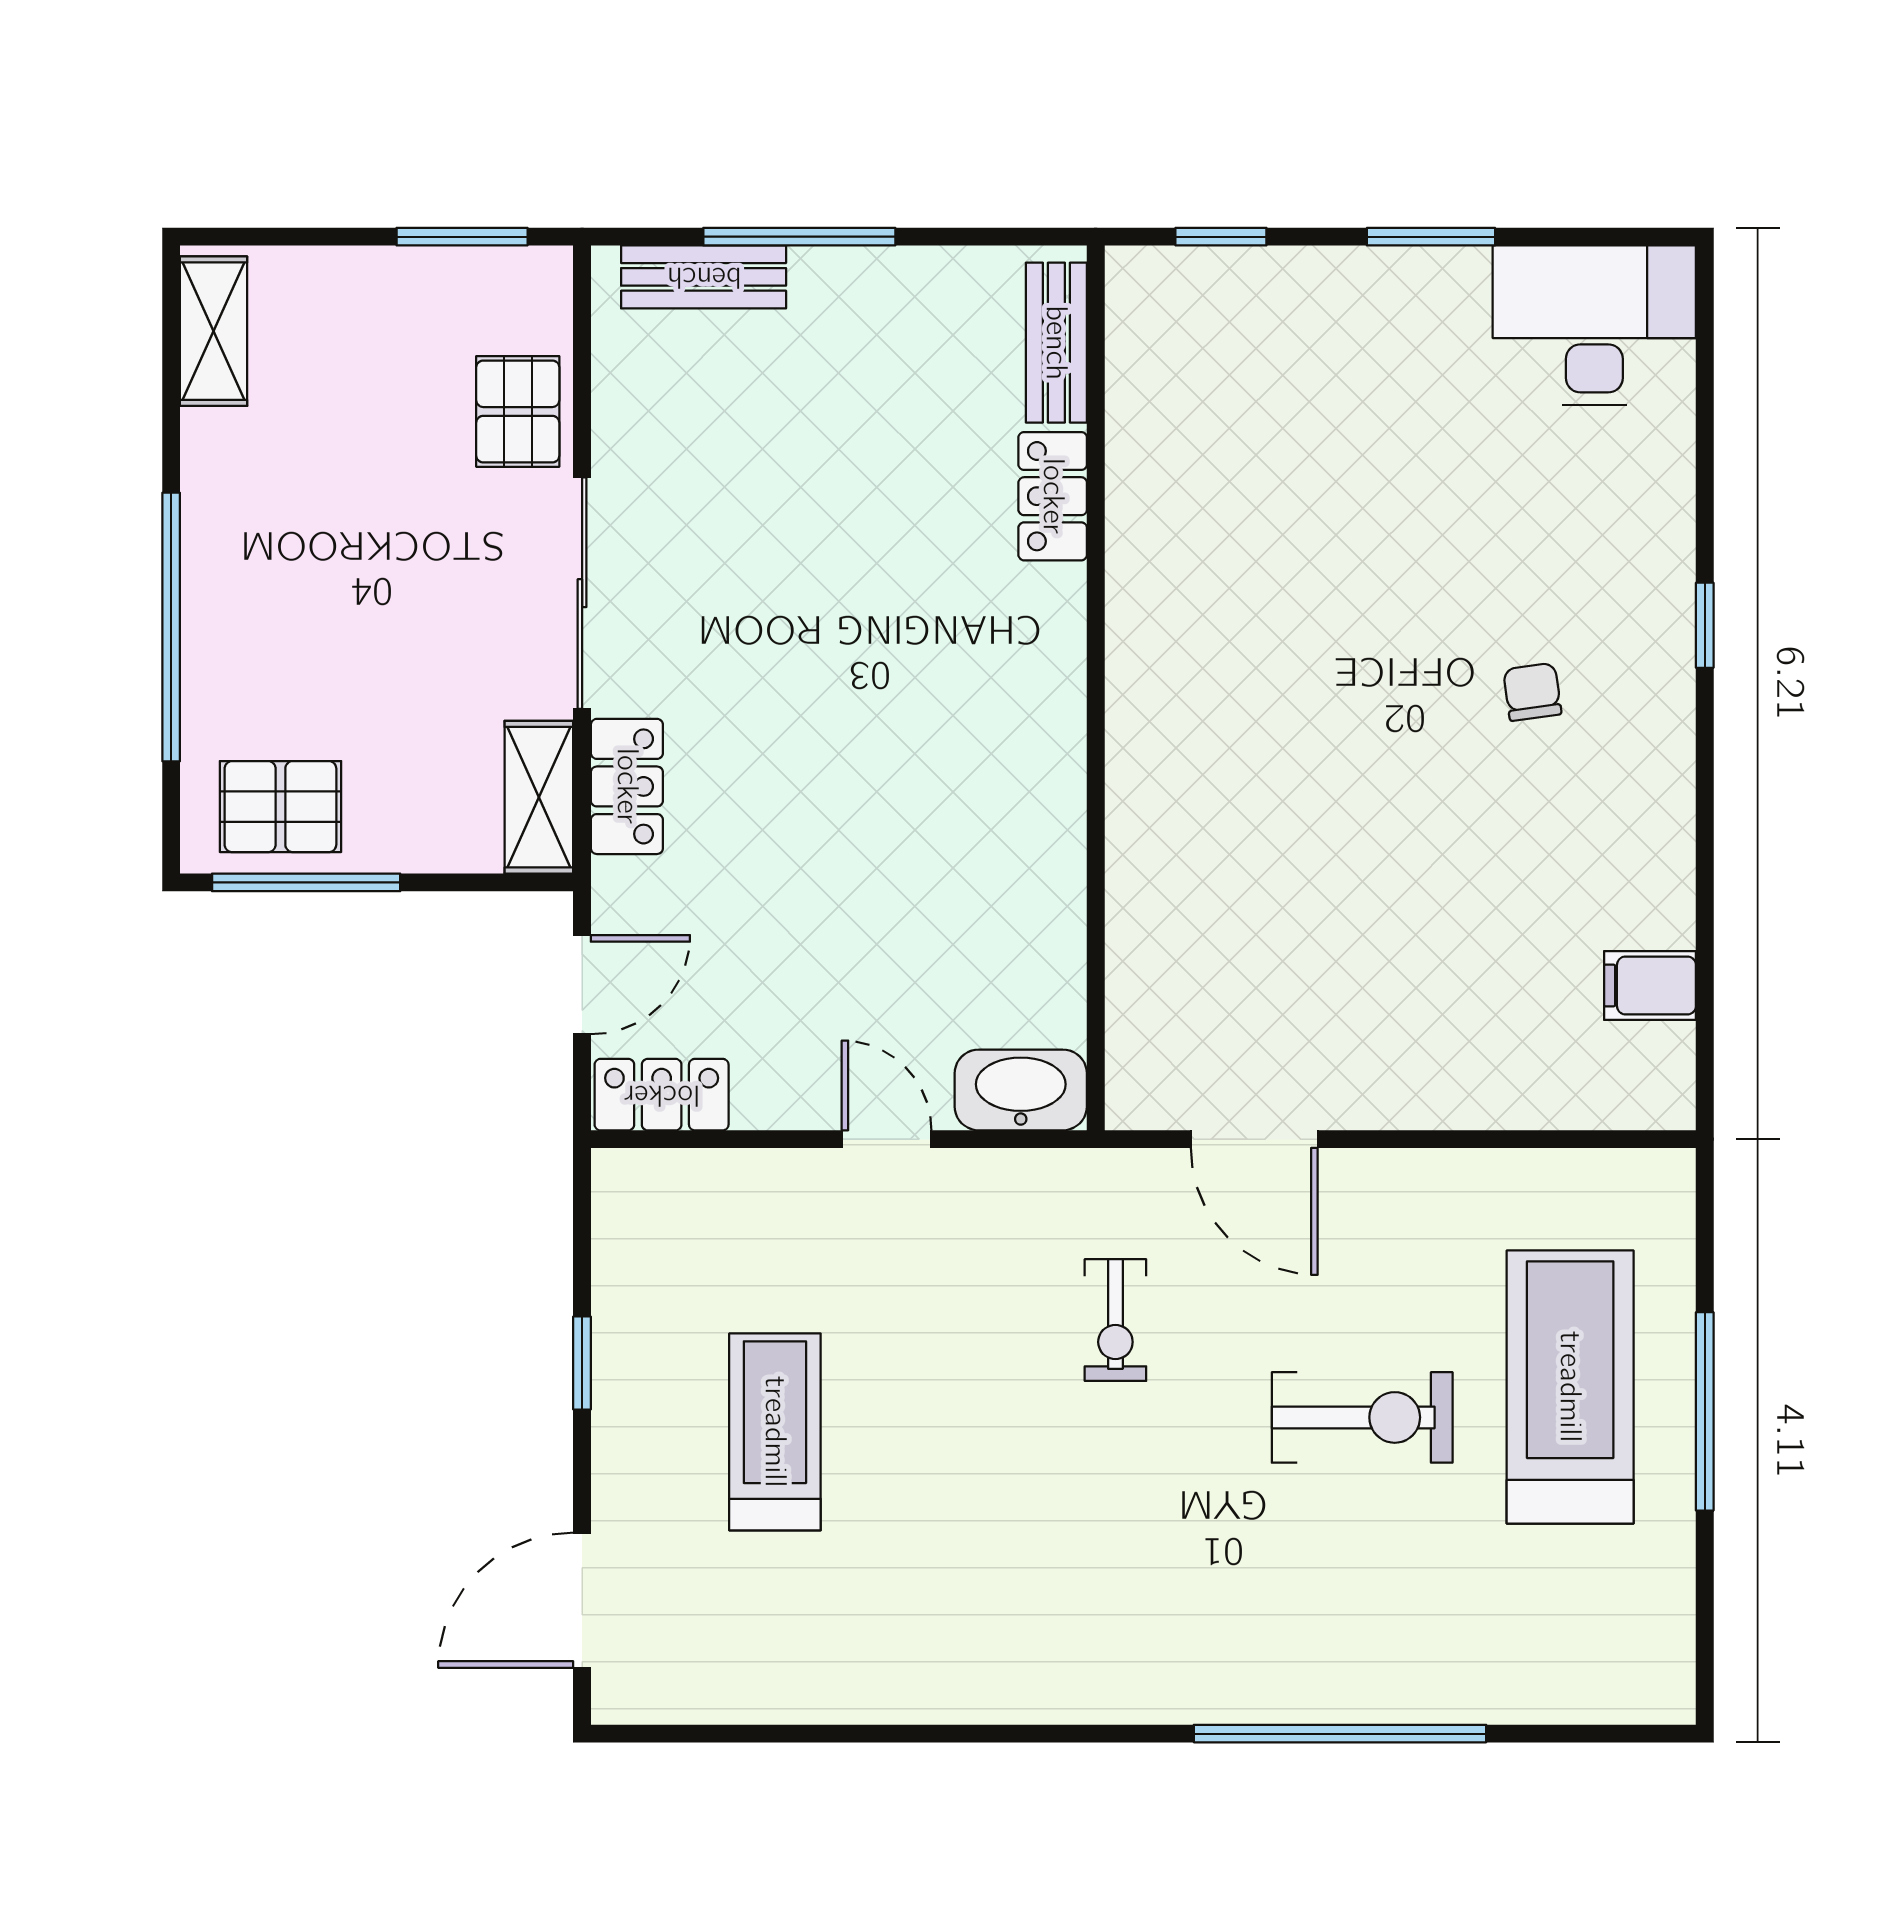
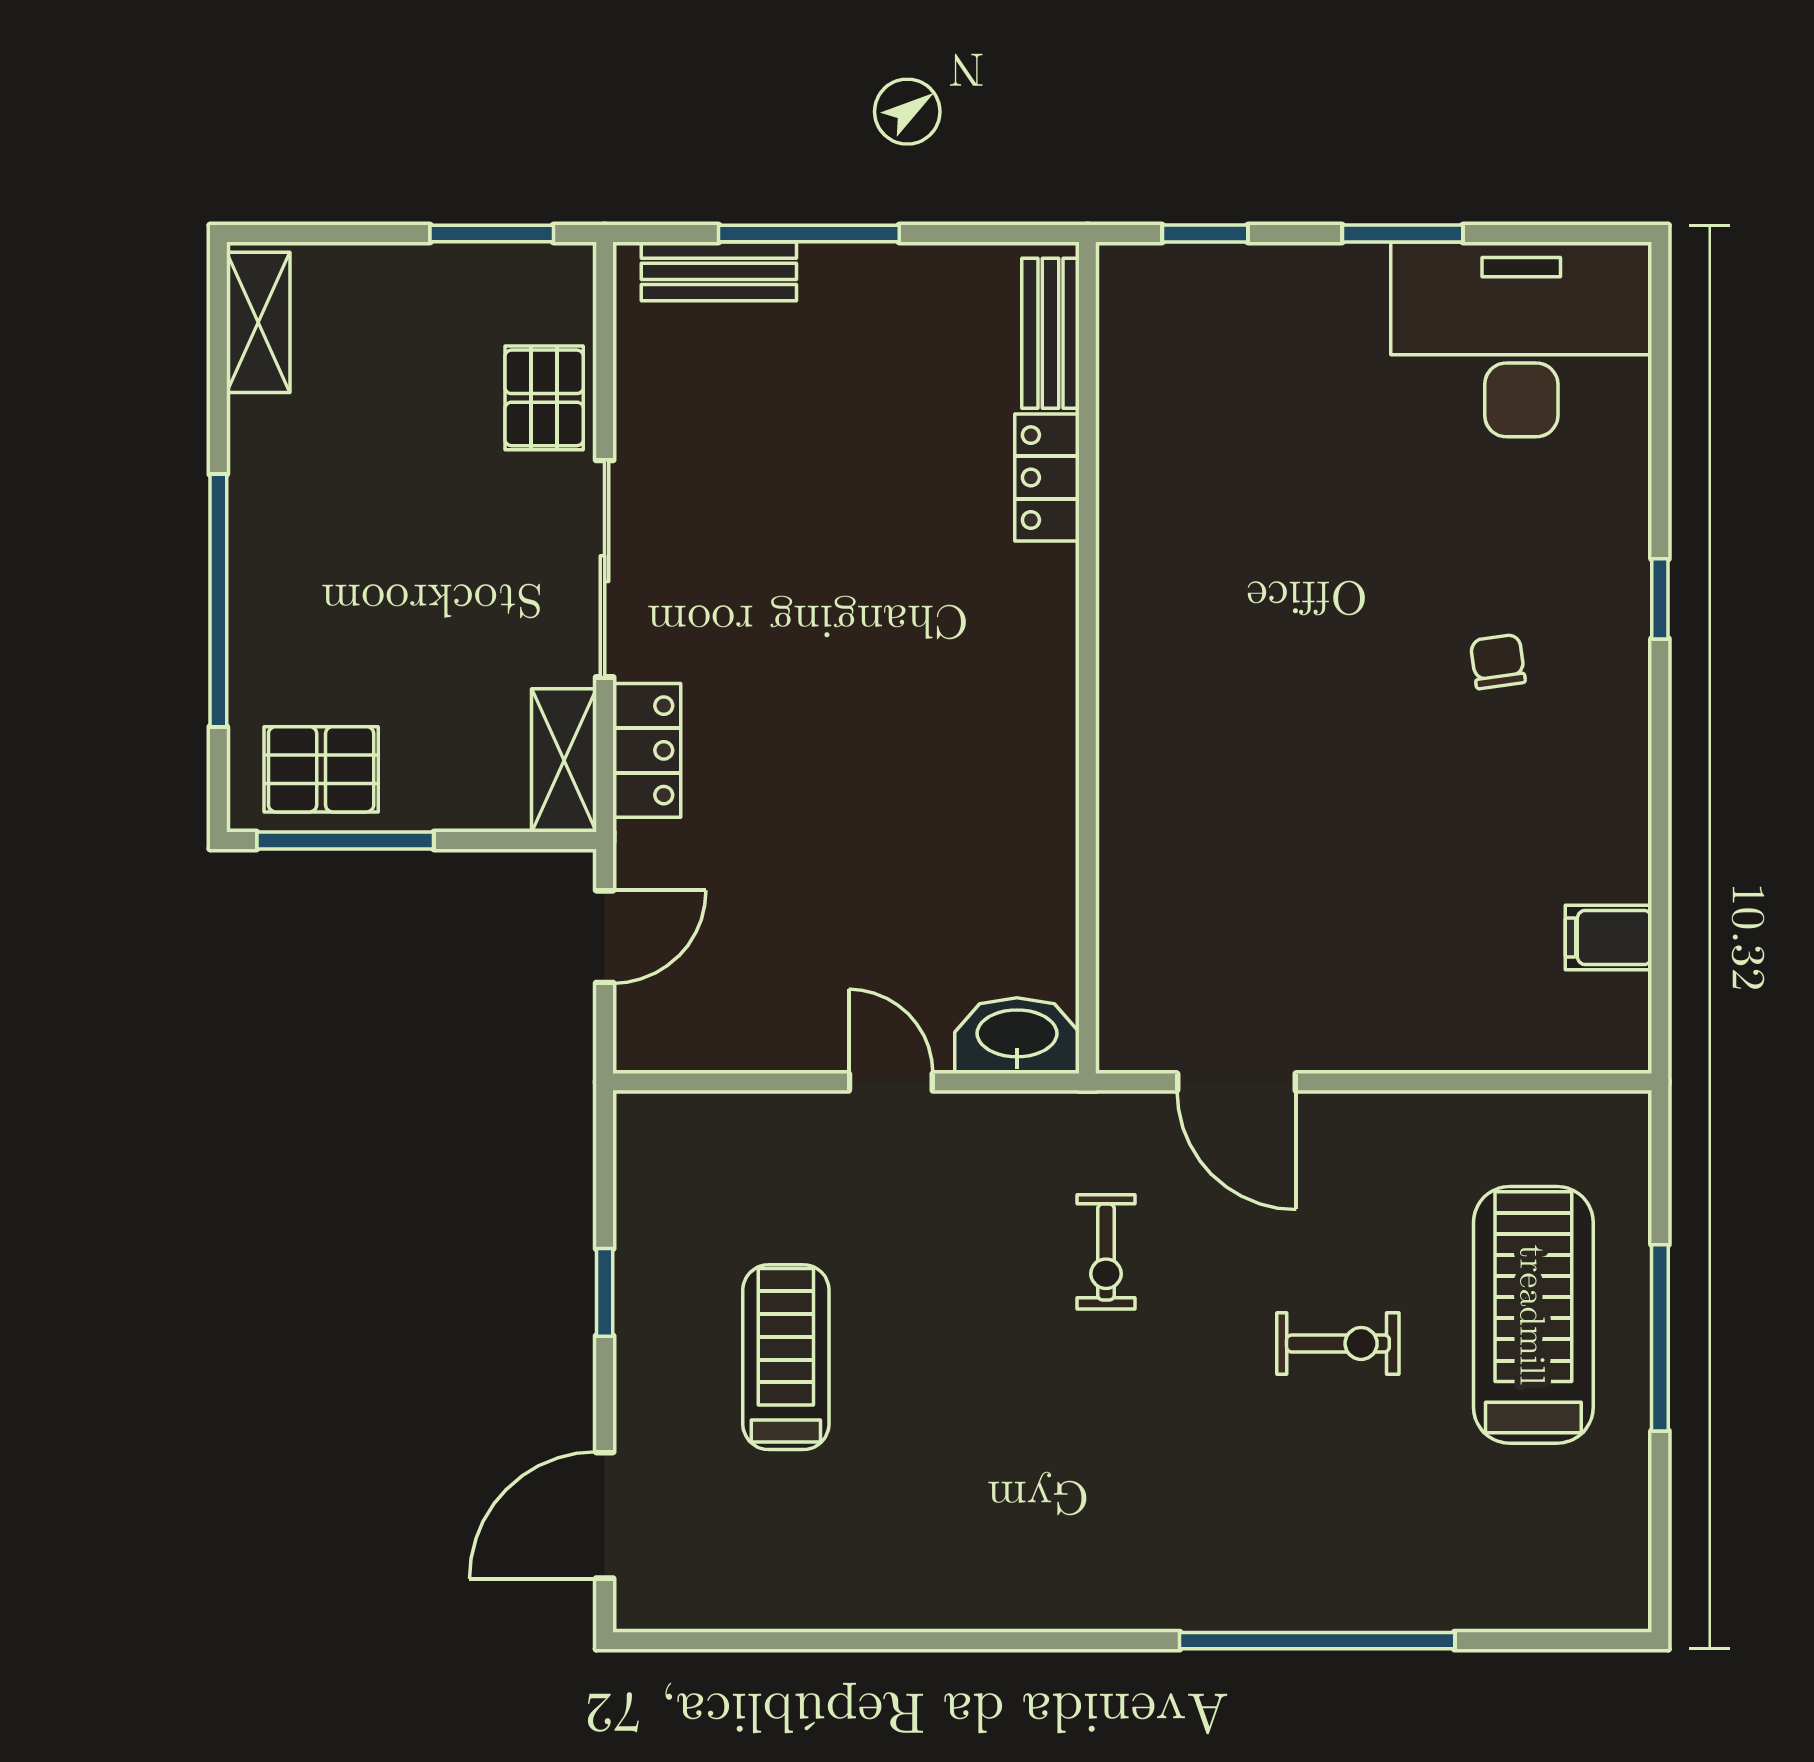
desk: (1594, 325) -> (1521, 339), width x1.36, depth x1.30
locker: (662, 1095) -> (679, 1040), removed
exercise bike: (1362, 1417) -> (1338, 1343), width x0.73, depth x0.72

